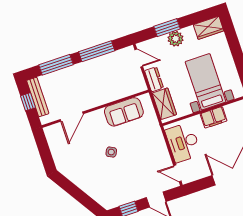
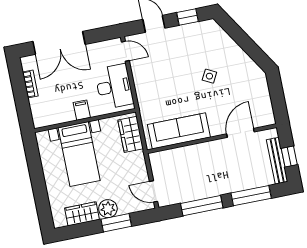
wardrobe: (209, 28) -> (82, 214), moved
dresser: (154, 79) -> (139, 164), removed
sofa: (124, 112) -> (179, 131), width x1.36
filing cabinet: (214, 117) -> (82, 110), width x0.50
side table: (111, 152) -> (209, 76), moved

